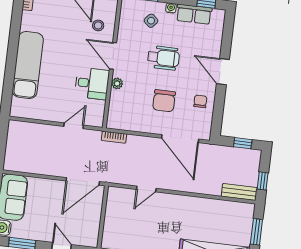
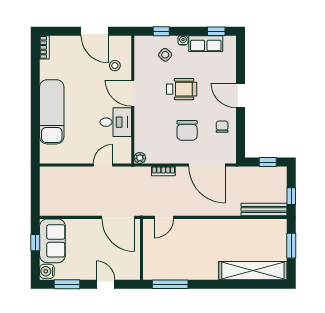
plant: (117, 83) -> (140, 158), moved
bookcase: (114, 137) -> (163, 171), moved
door: (83, 181) -> (118, 217), hinge flipped
door: (146, 189) -> (164, 217), moved
bench: (239, 192) -> (264, 209), width x1.36

